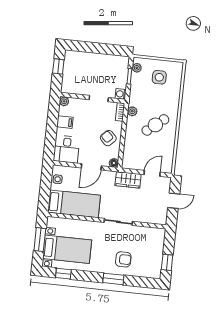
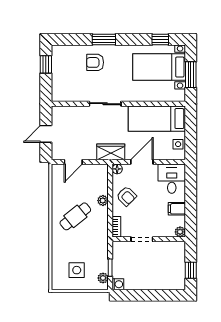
washing machine: (121, 94) -> (118, 284), moved
plant: (132, 111) -> (103, 201), moved
wardrobe: (128, 180) -> (111, 152), moved

